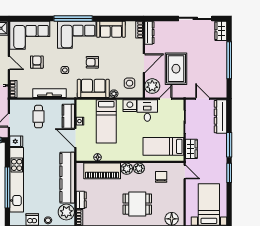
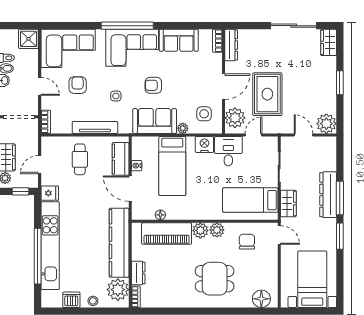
window: (229, 60) -> (340, 83), width x0.47
plant: (219, 90) -> (326, 124), added
dresser: (220, 117) -> (328, 195), moved

